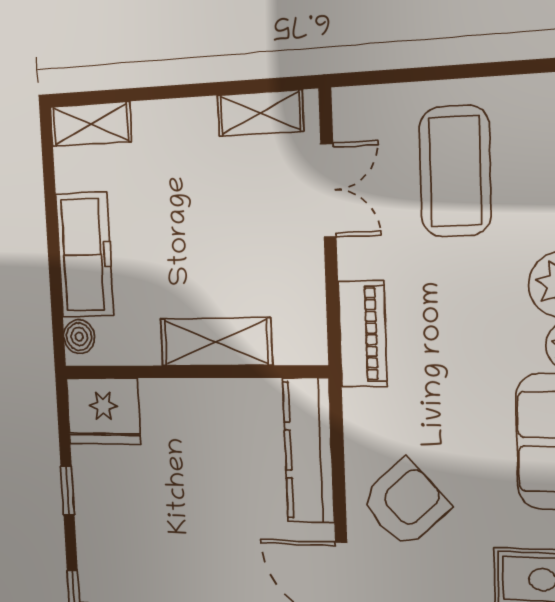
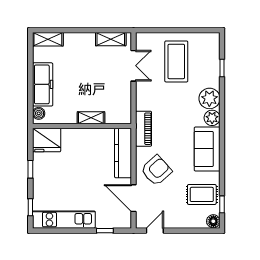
piano: (363, 334) -> (144, 129), moved
shelving: (216, 342) -> (91, 118), width x0.67, depth x0.75

